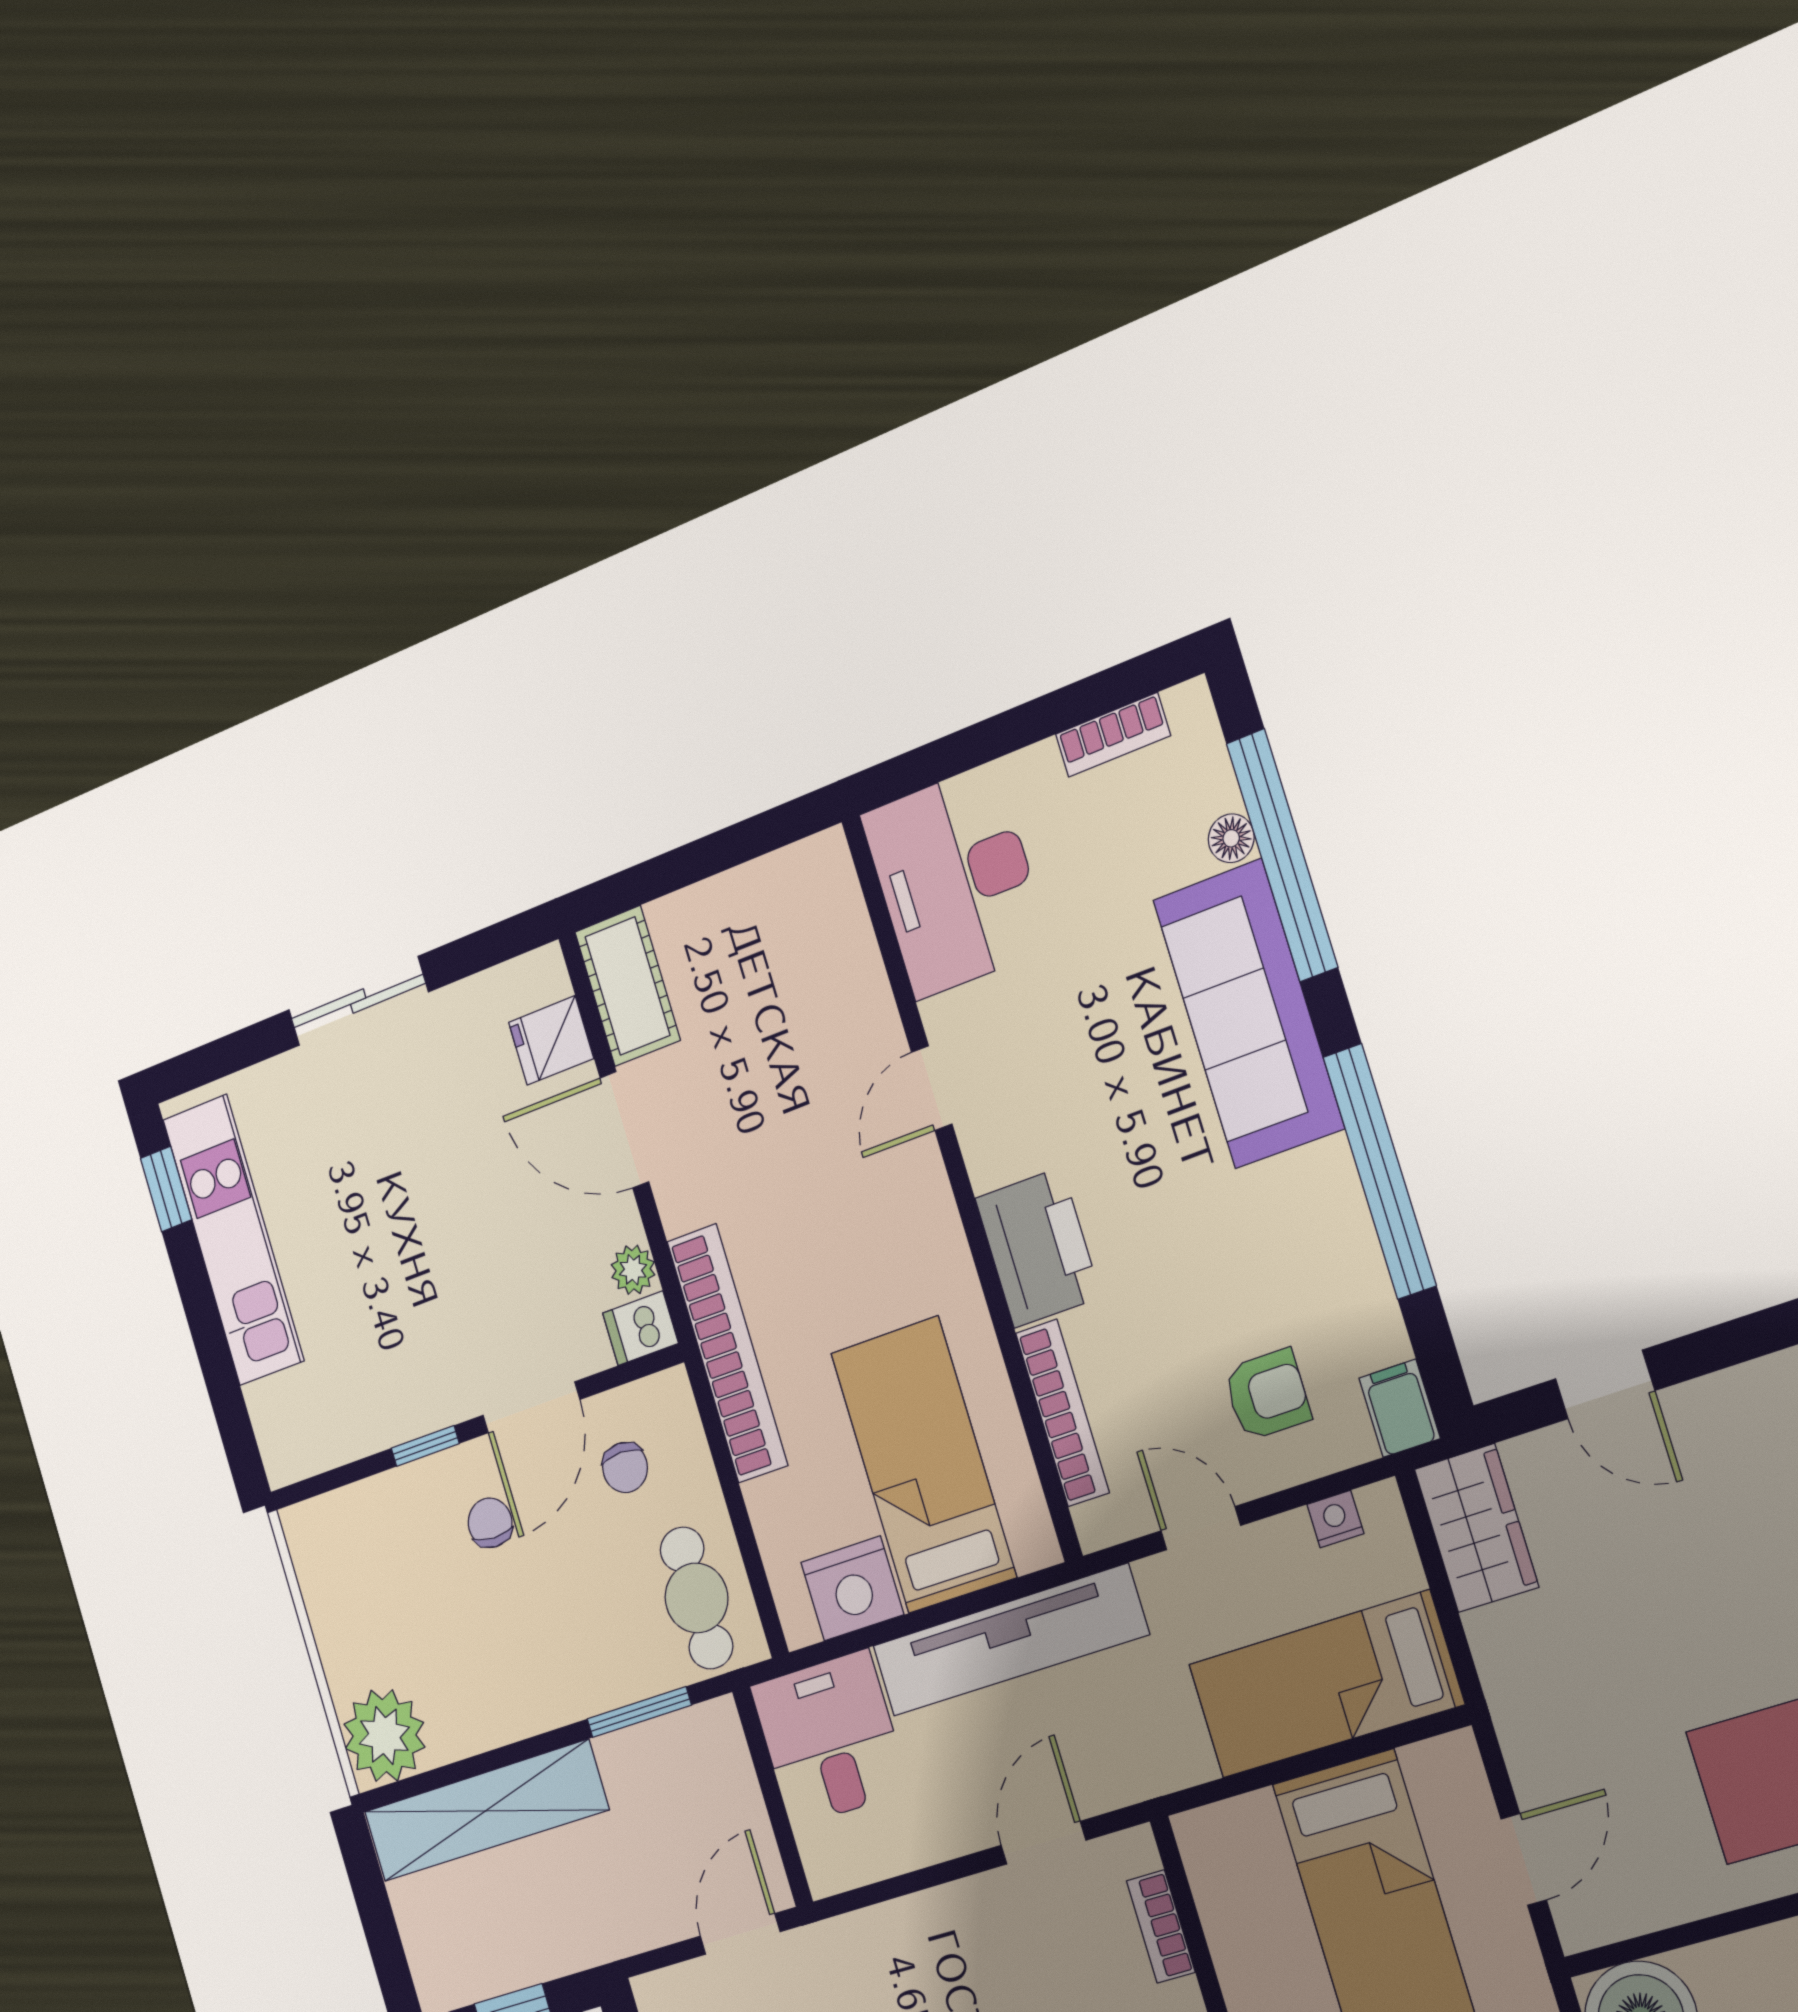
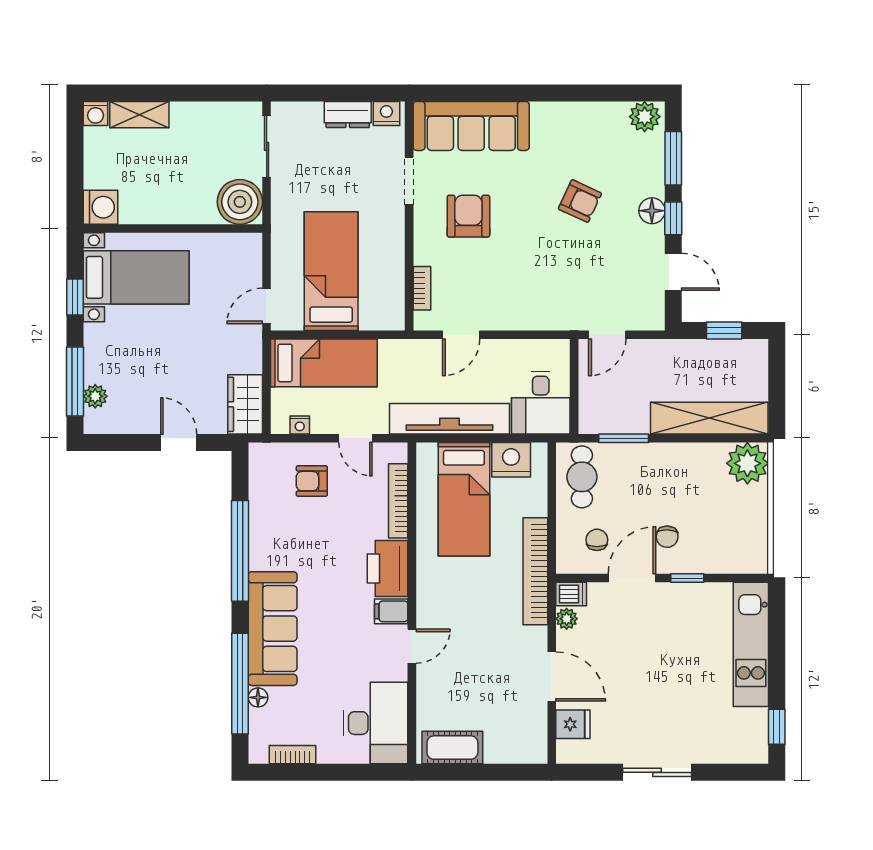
cot: (628, 986) -> (452, 748), moved, turned 90
kitchen unit: (233, 1240) -> (751, 644), moved
filing cabinet: (1400, 1408) -> (391, 611), moved, turned 90
door: (1524, 1859) -> (267, 306), moved

